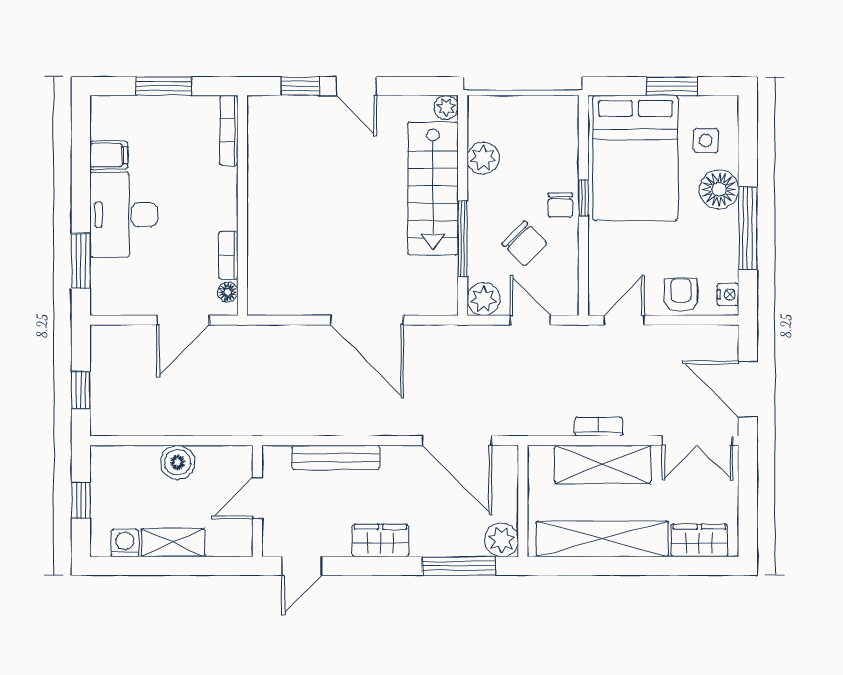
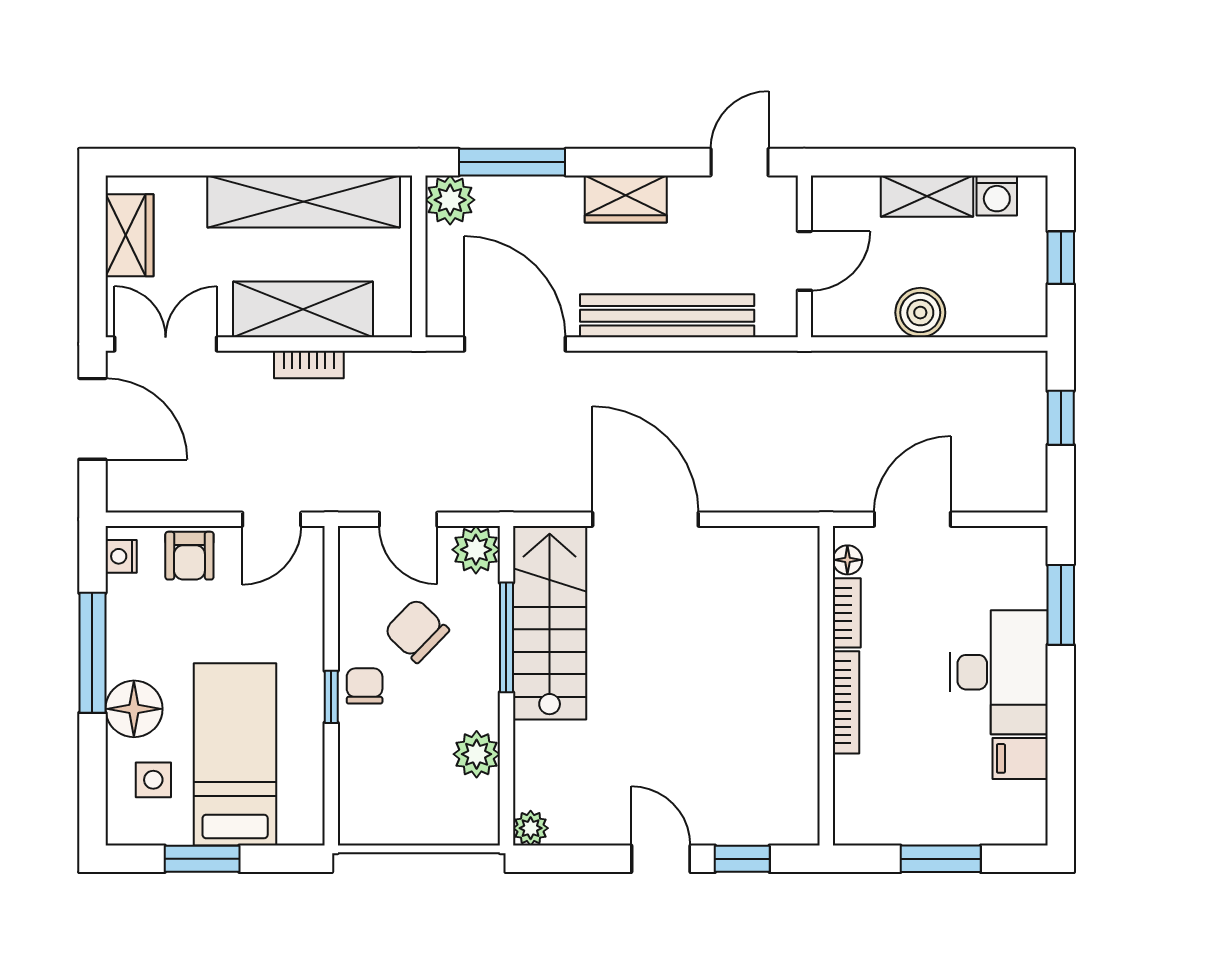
bookcase: (229, 131) -> (846, 702), moved
bed: (635, 158) -> (235, 754), width x0.67
stairs: (433, 189) -> (550, 623), moved
bench: (336, 458) -> (667, 316), width x1.37, depth x1.21
wardrobe: (699, 540) -> (129, 235), moved, turned -90

